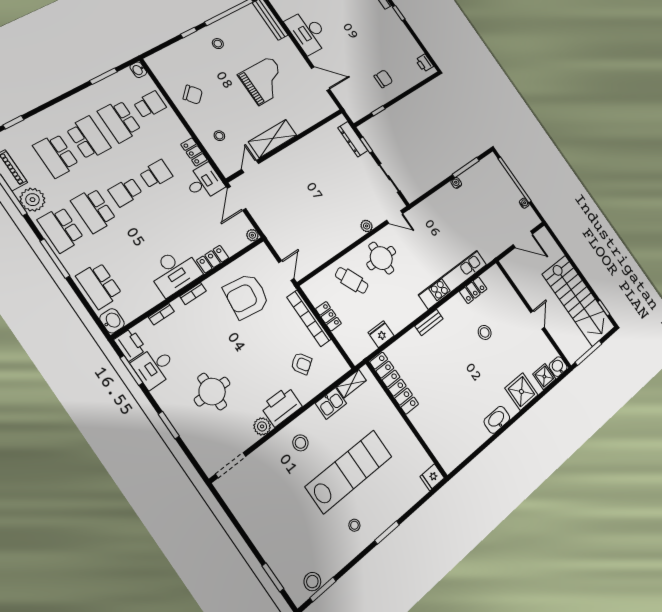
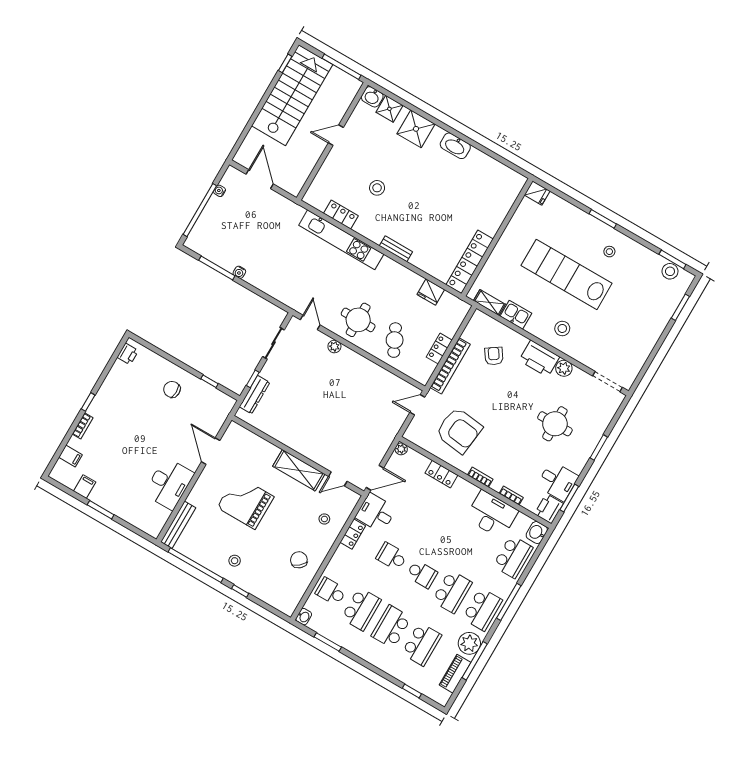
desk: (174, 271) -> (492, 514), moved

